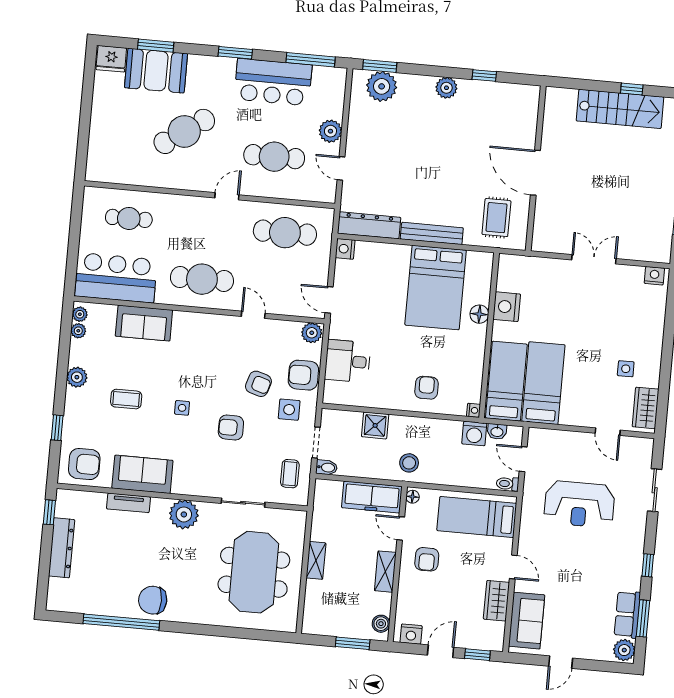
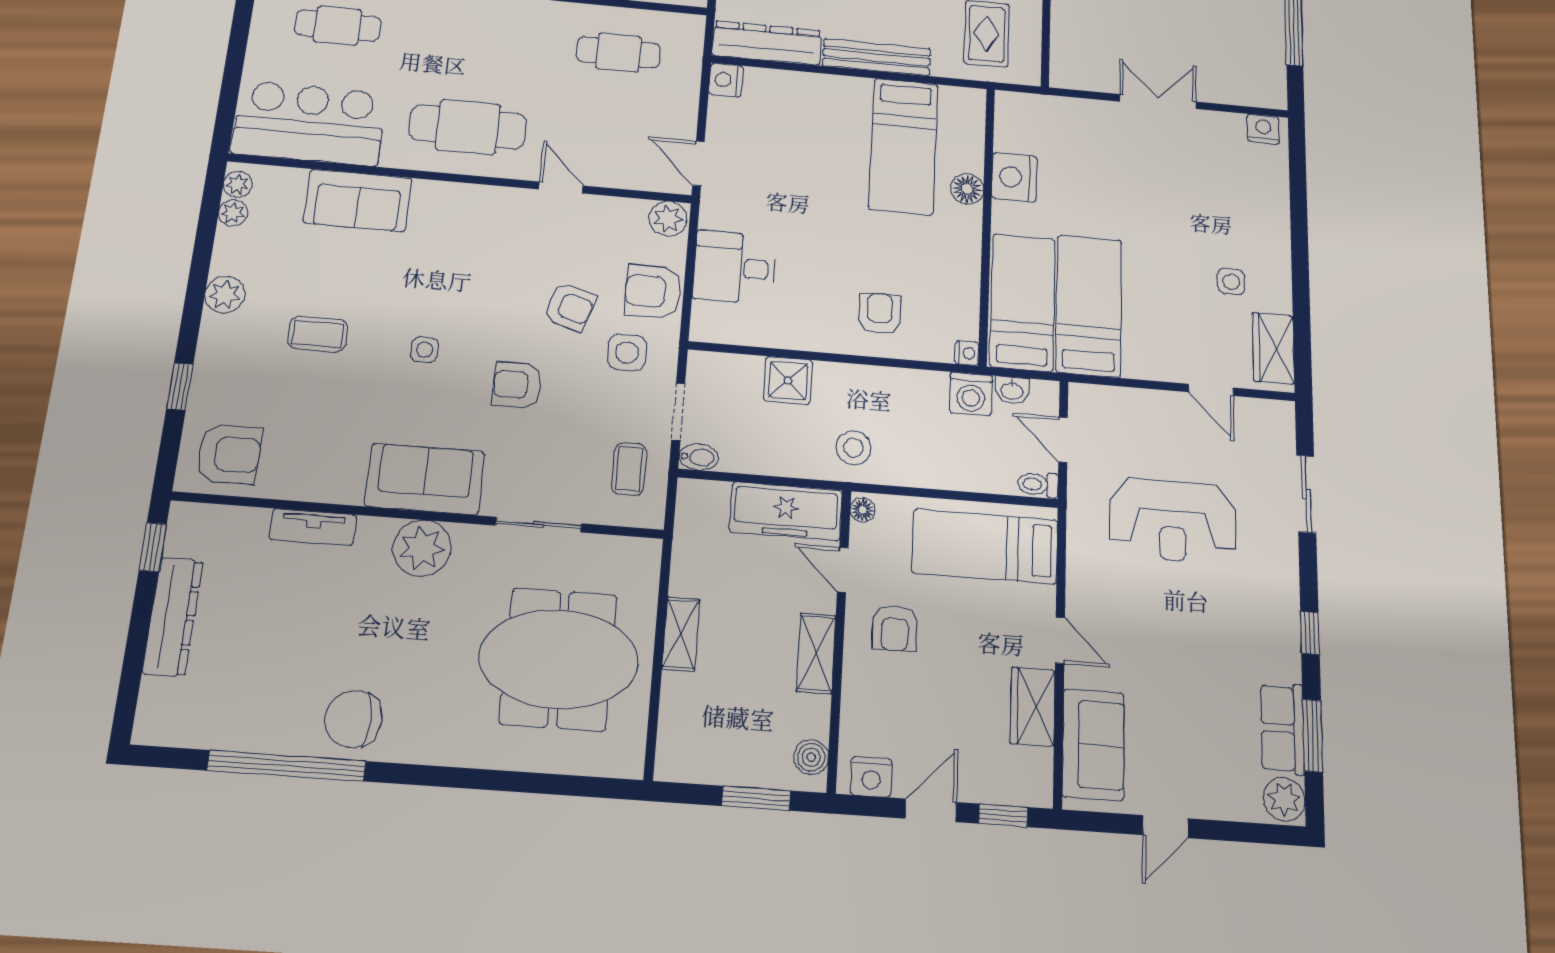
cafe table: (285, 233) -> (619, 53), width x0.73, depth x0.74
bed: (436, 288) -> (904, 146), width x0.67
sofa: (142, 474) -> (425, 479), moved
meeting table: (254, 572) -> (559, 659), turned 90

